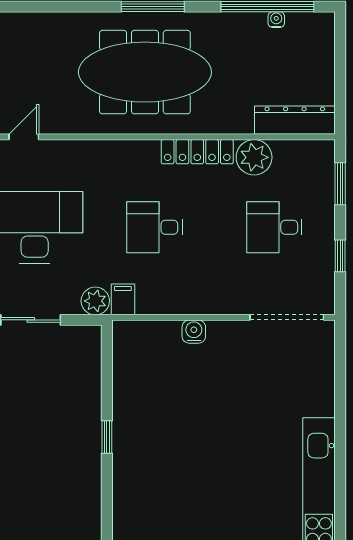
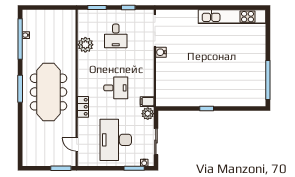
dresser: (295, 120) -> (69, 27), removed
locker: (197, 152) -> (83, 107), moved, width x0.66
desk: (154, 227) -> (116, 88), turned -90
water cooler: (194, 332) -> (161, 52), moved

